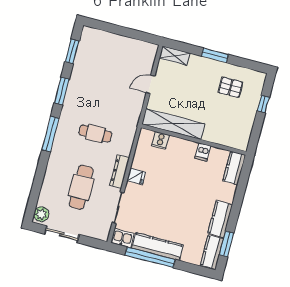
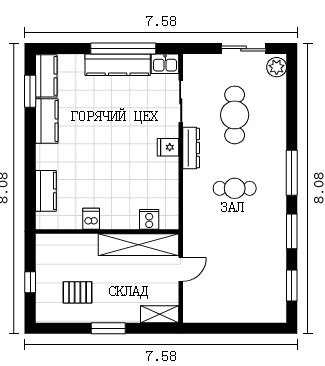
shelving: (173, 124) -> (138, 245), moved
cooker: (160, 140) -> (149, 219), moved
wall: (194, 140) -> (107, 231), moved
dishwasher: (203, 152) -> (91, 219), moved

